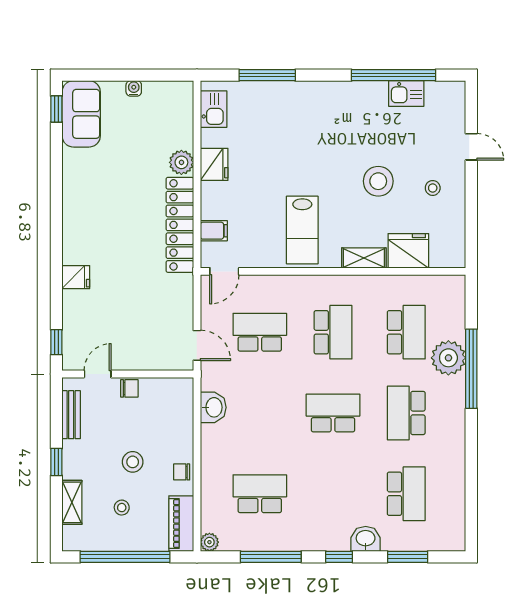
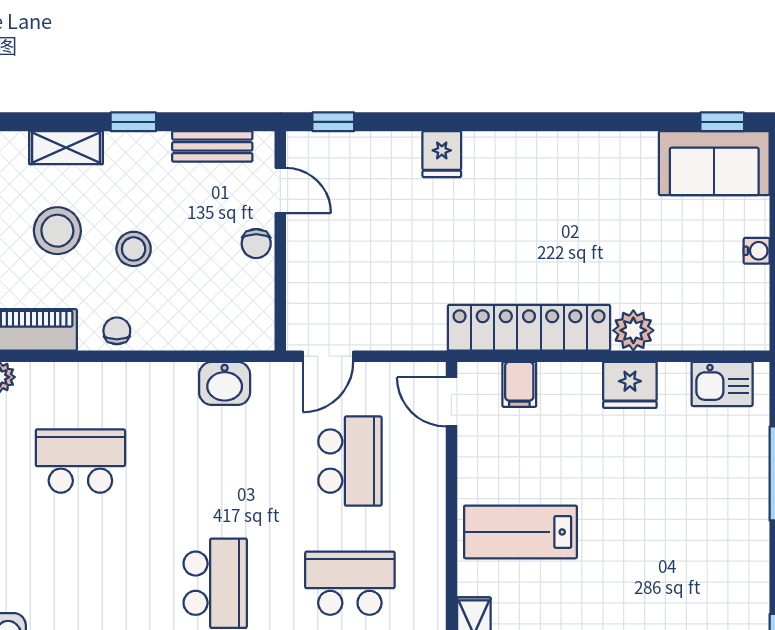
school desk: (333, 332) -> (350, 583), turned 180
school desk: (260, 494) -> (80, 461), turned -90
stool: (122, 508) -> (57, 231), width x1.89, depth x1.89

